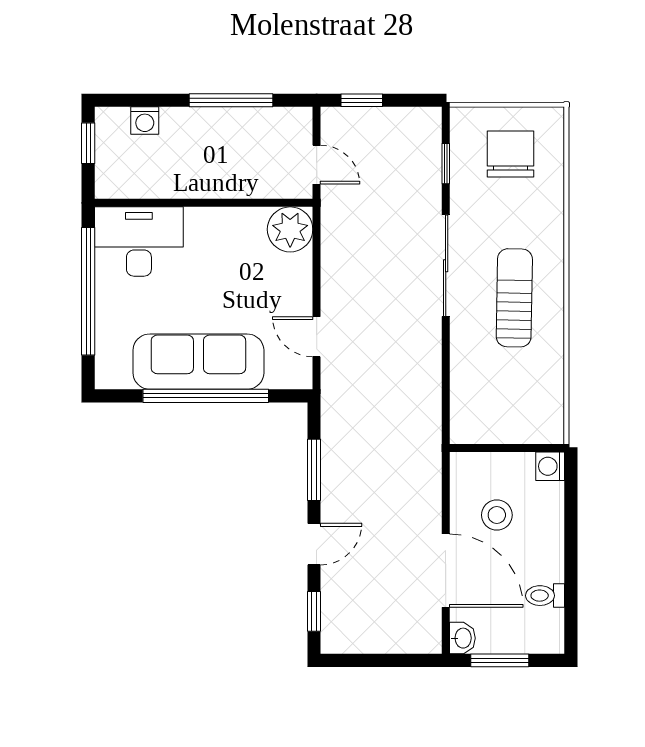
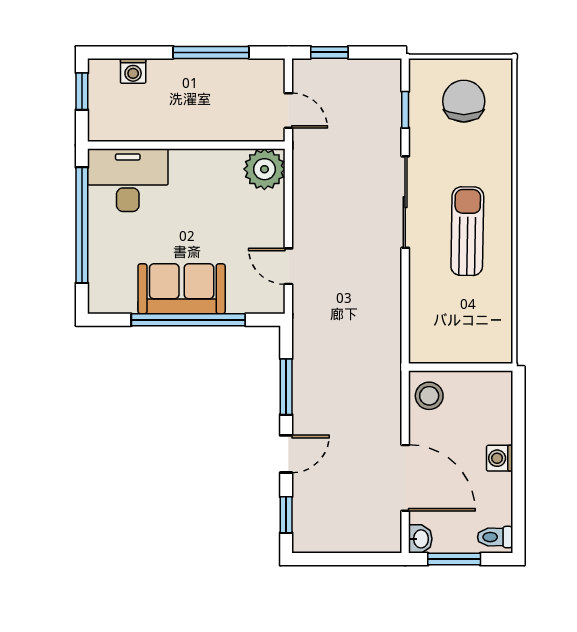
sofa: (198, 362) -> (182, 289), width x0.73
washing machine: (550, 466) -> (500, 458), moved
stool: (497, 515) -> (429, 396), moved
toilet: (545, 596) -> (495, 537), moved

